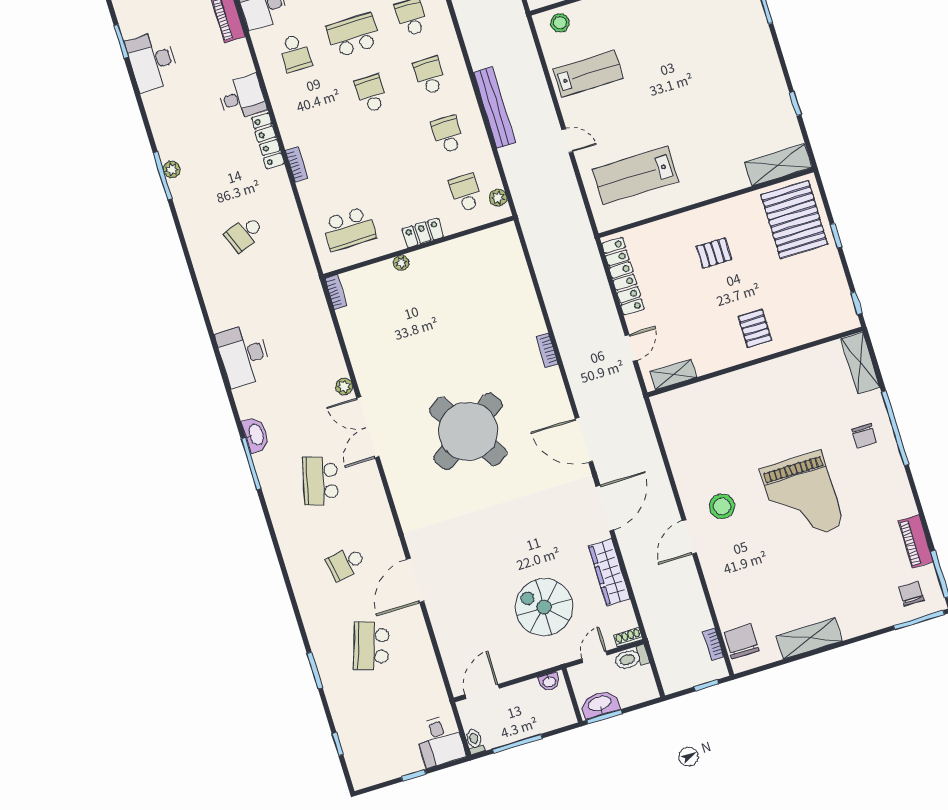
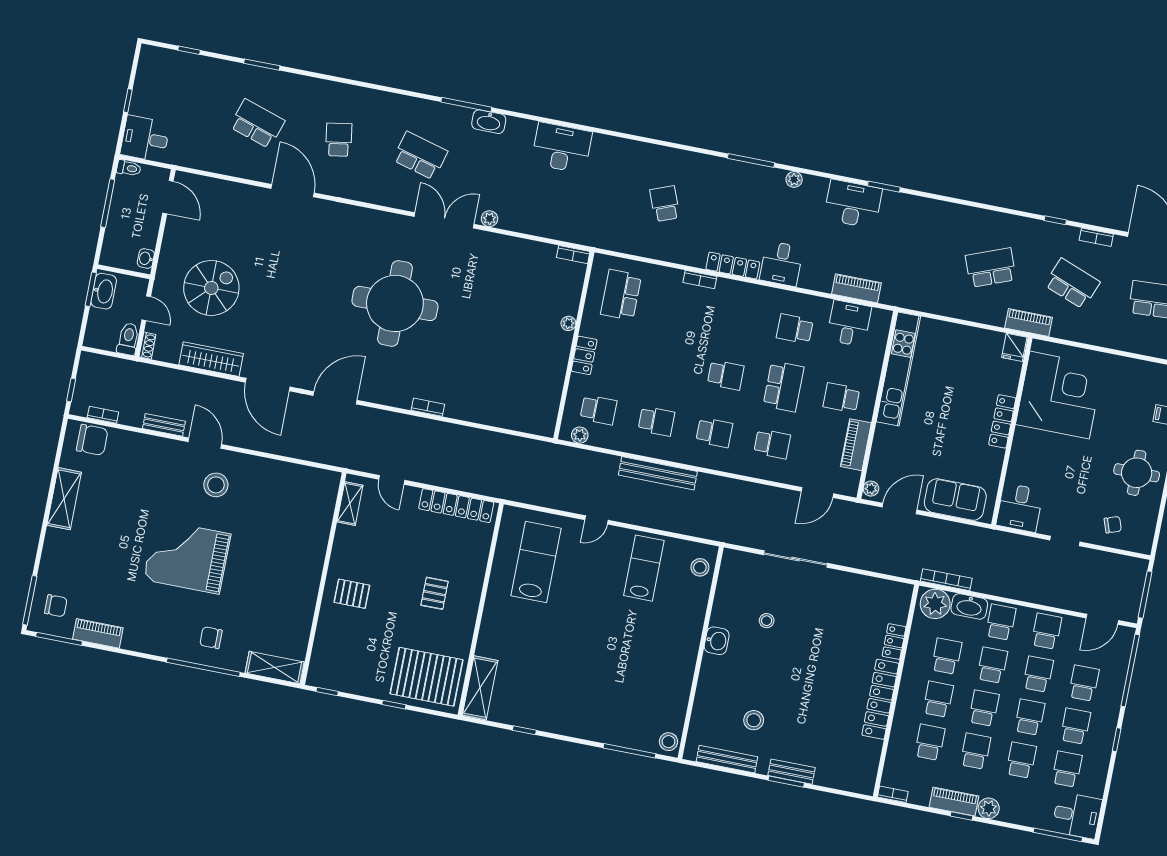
lab bench: (588, 74) -> (644, 568), turned 180
plant: (172, 169) -> (794, 179), moved
round table: (468, 431) -> (395, 303), turned 33
bench: (693, 583) -> (164, 425), added

